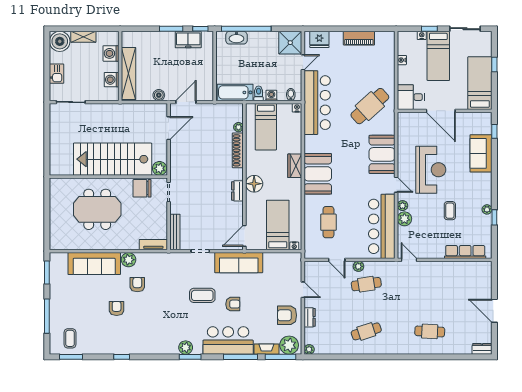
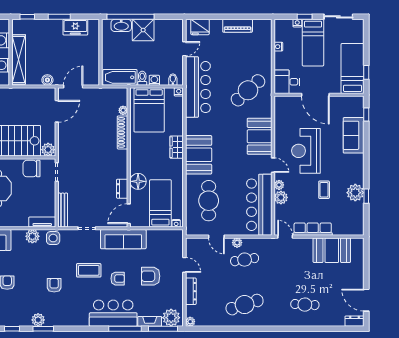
window: (200, 29) -> (27, 17), moved
shower: (290, 43) -> (143, 30), moved
window: (494, 65) -> (366, 72), moved
bed: (266, 127) -> (149, 110), width x1.50
reception desk: (431, 170) -> (306, 151), turned 180
floor lamp: (254, 184) -> (138, 181), moved
dresser: (237, 191) -> (122, 189), moved
plant: (487, 209) -> (355, 193), width x1.87, depth x1.87
cafe table: (328, 222) -> (209, 201), width x1.37, depth x1.35
row of seats: (465, 252) -> (313, 229), moved
plant: (129, 260) -> (32, 236), moved
side table: (165, 261) -> (53, 238), added
booth: (458, 274) -> (332, 250), added
armchair: (137, 285) -> (54, 285), moved
door: (494, 311) -> (366, 300), moved
armchair: (287, 315) -> (151, 276), moved
dresser: (310, 317) -> (191, 291), width x1.44
cafe table: (366, 331) -> (245, 305), width x1.37, depth x1.35
plant: (186, 348) -> (38, 320), moved
window: (190, 357) -> (43, 329), moved

